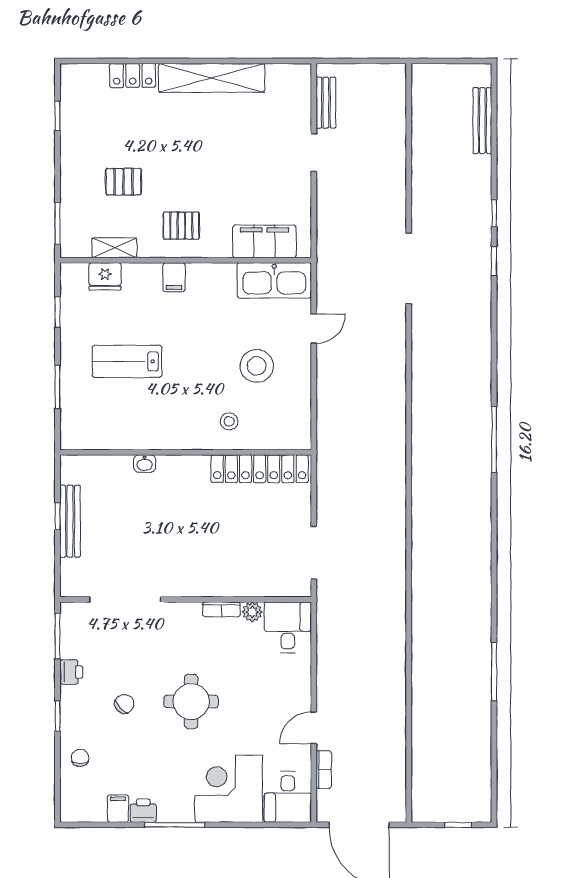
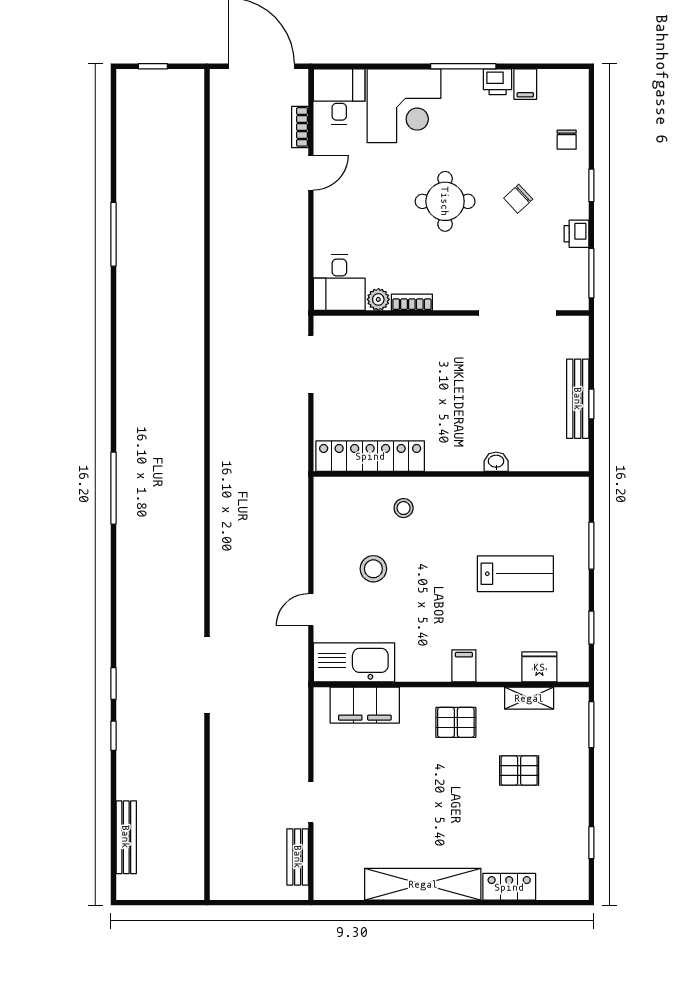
stool: (257, 366) -> (373, 569), width x0.73, depth x0.73

